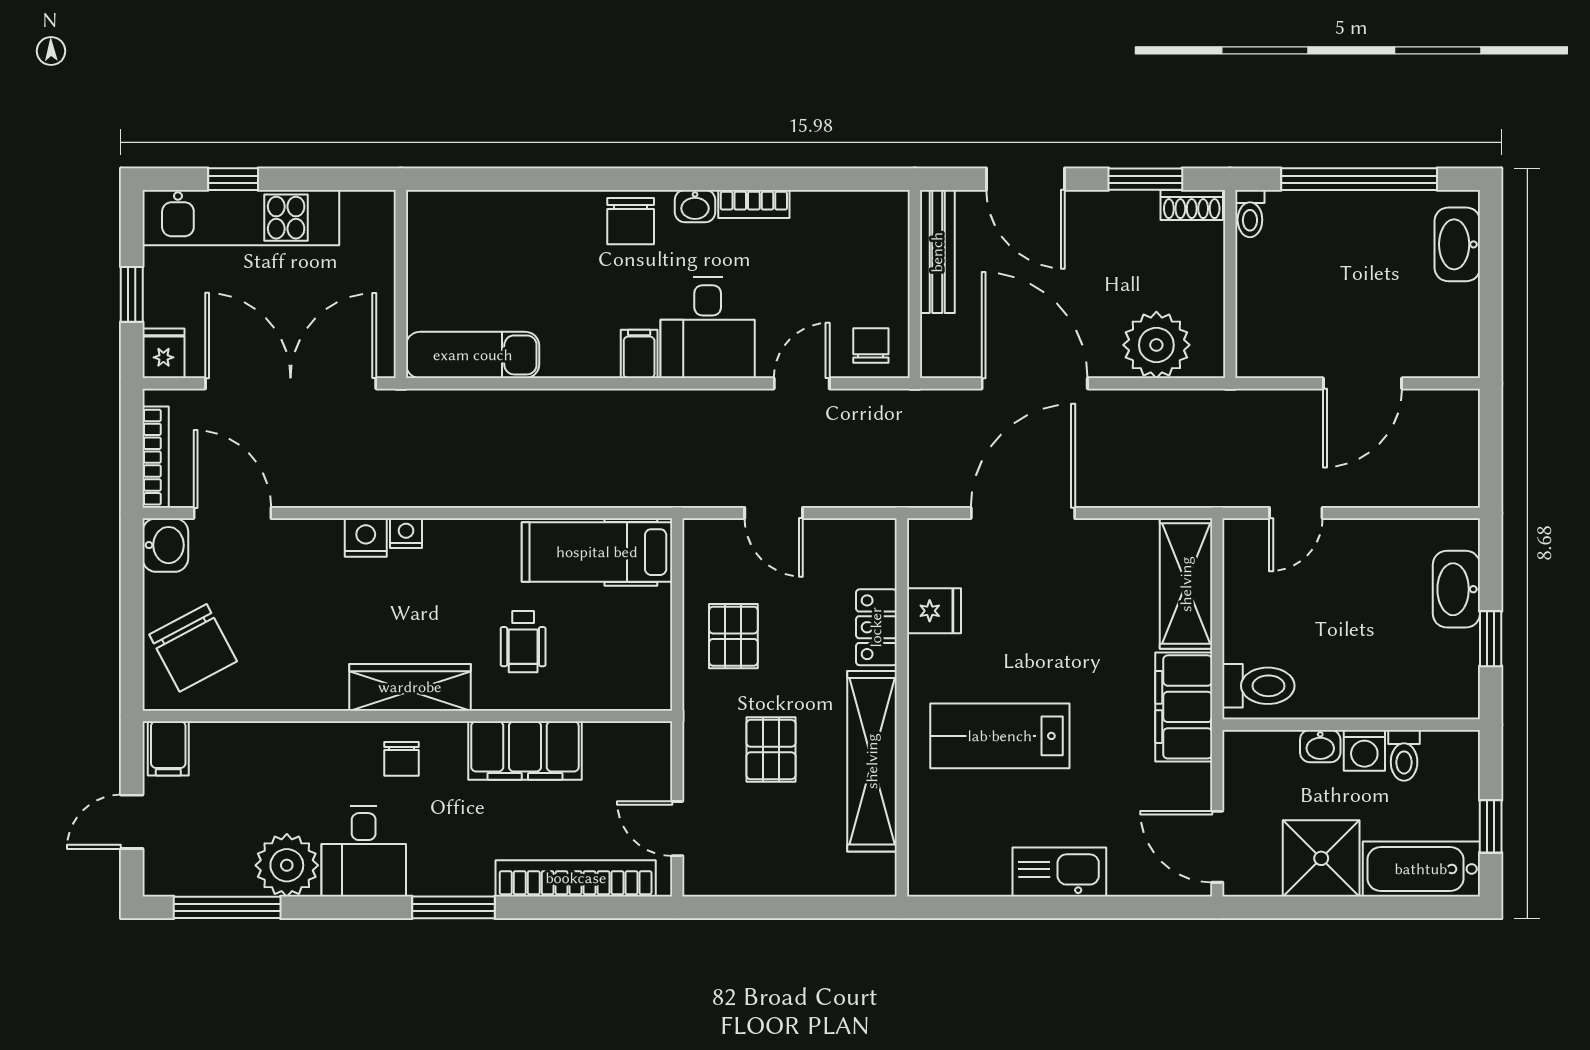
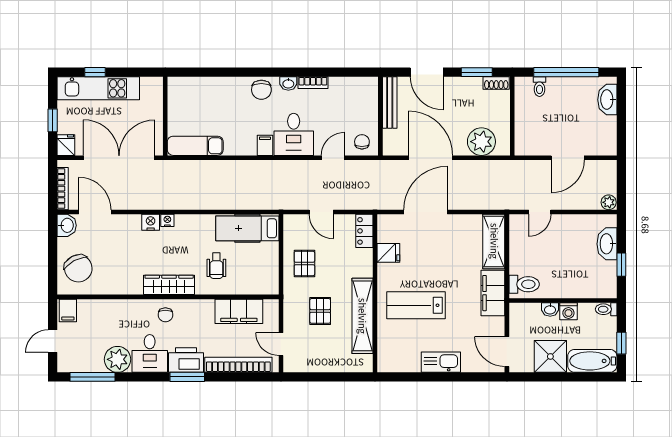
toilet: (1250, 214) -> (539, 87), moved
plant: (1460, 490) -> (609, 202), added
locker: (876, 627) -> (364, 231), moved
filing cabinet: (525, 751) -> (239, 311), moved
toilet: (1404, 755) -> (606, 309), moved, turned 90
printer: (451, 867) -> (186, 360), added

